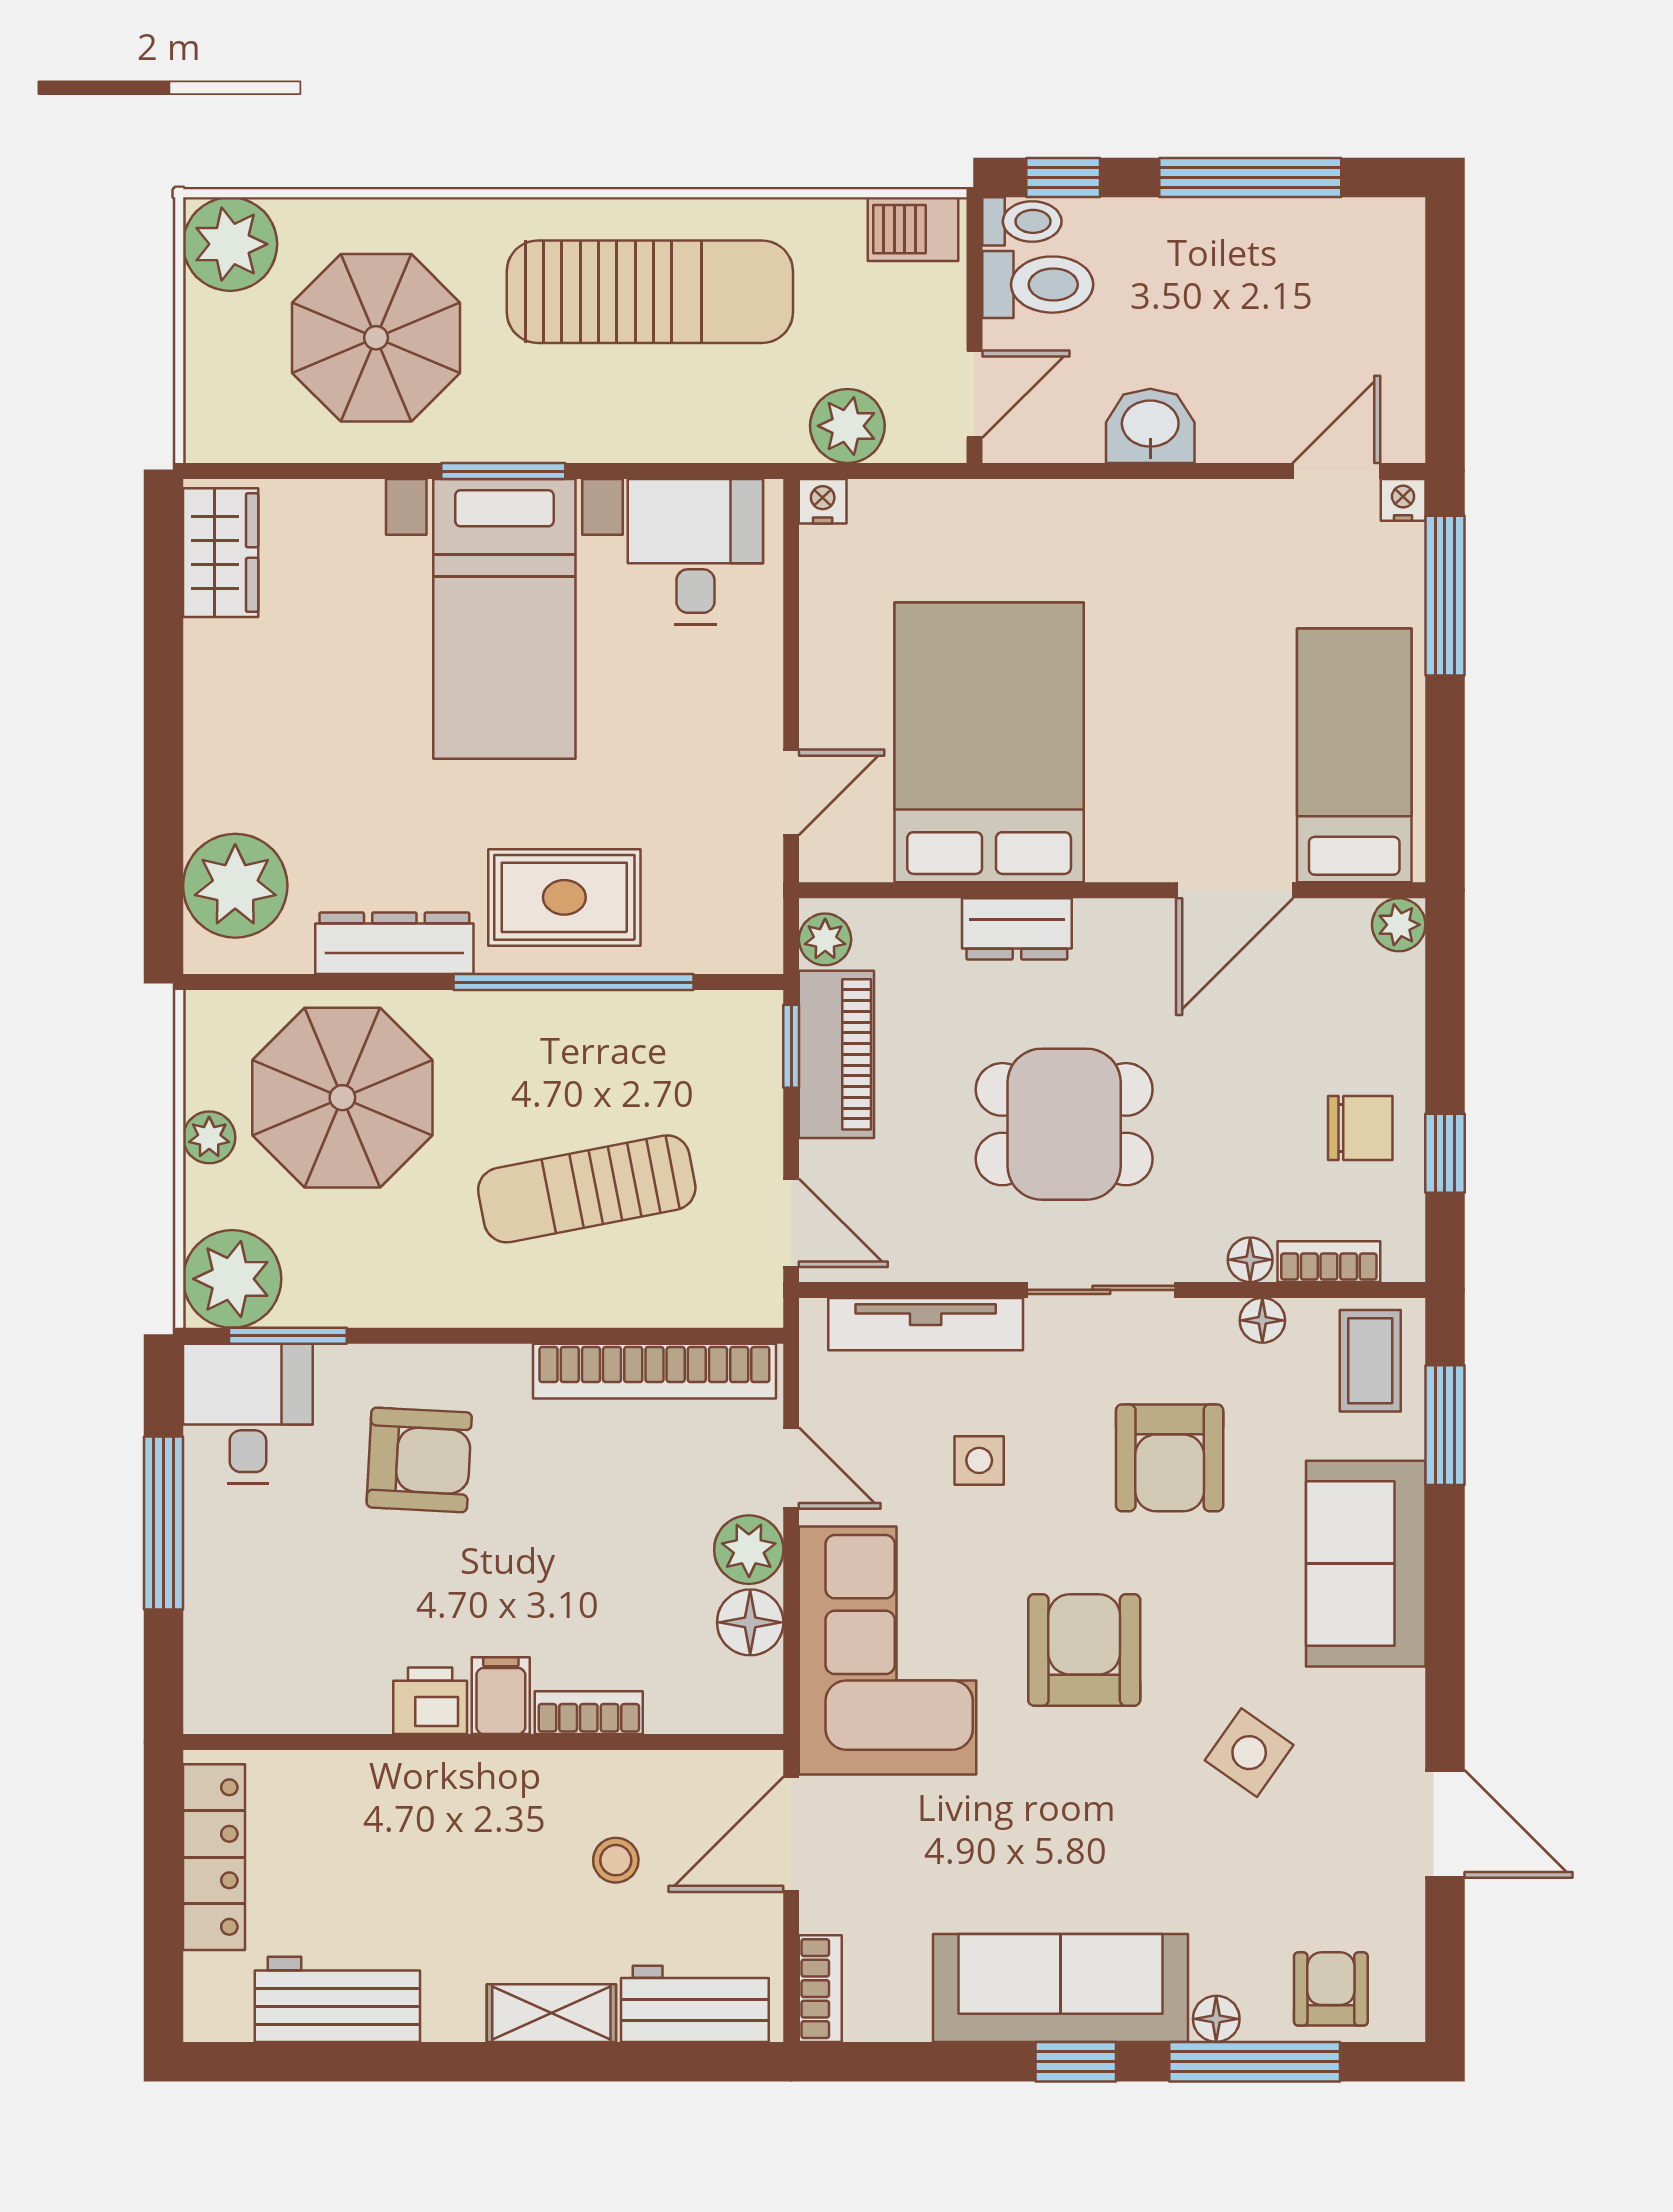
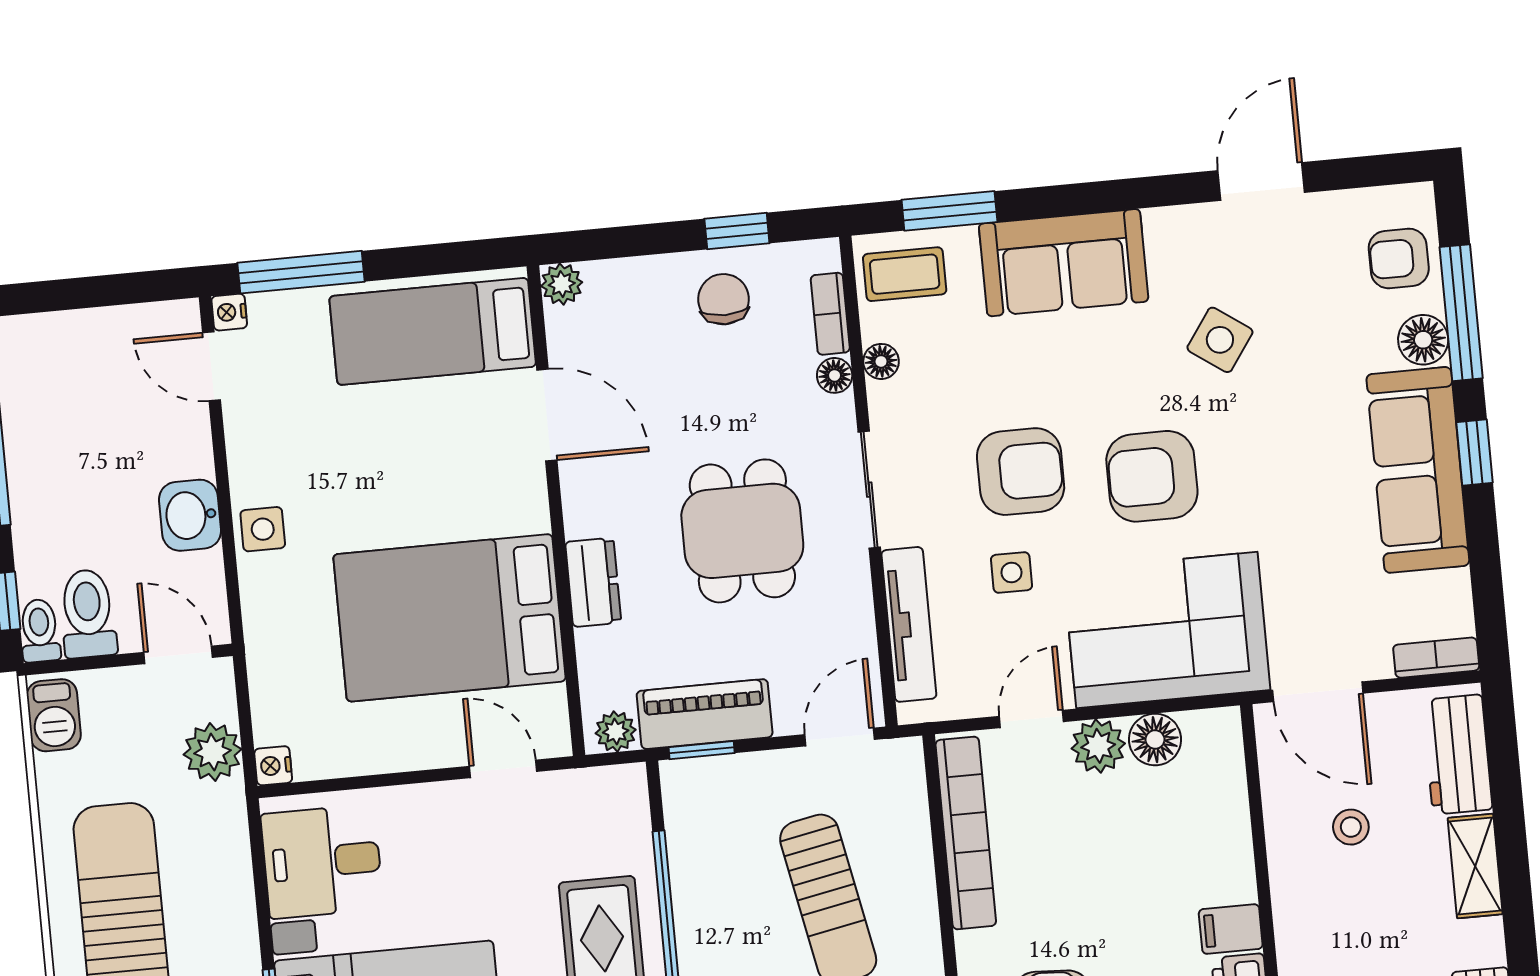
side table: (1124, 516) -> (263, 529), added
armchair: (1170, 1458) -> (1021, 472), moved
bookcase: (589, 1713) -> (1237, 859), removed
floor lamp: (1216, 2019) -> (1423, 340), width x1.37, depth x1.37

